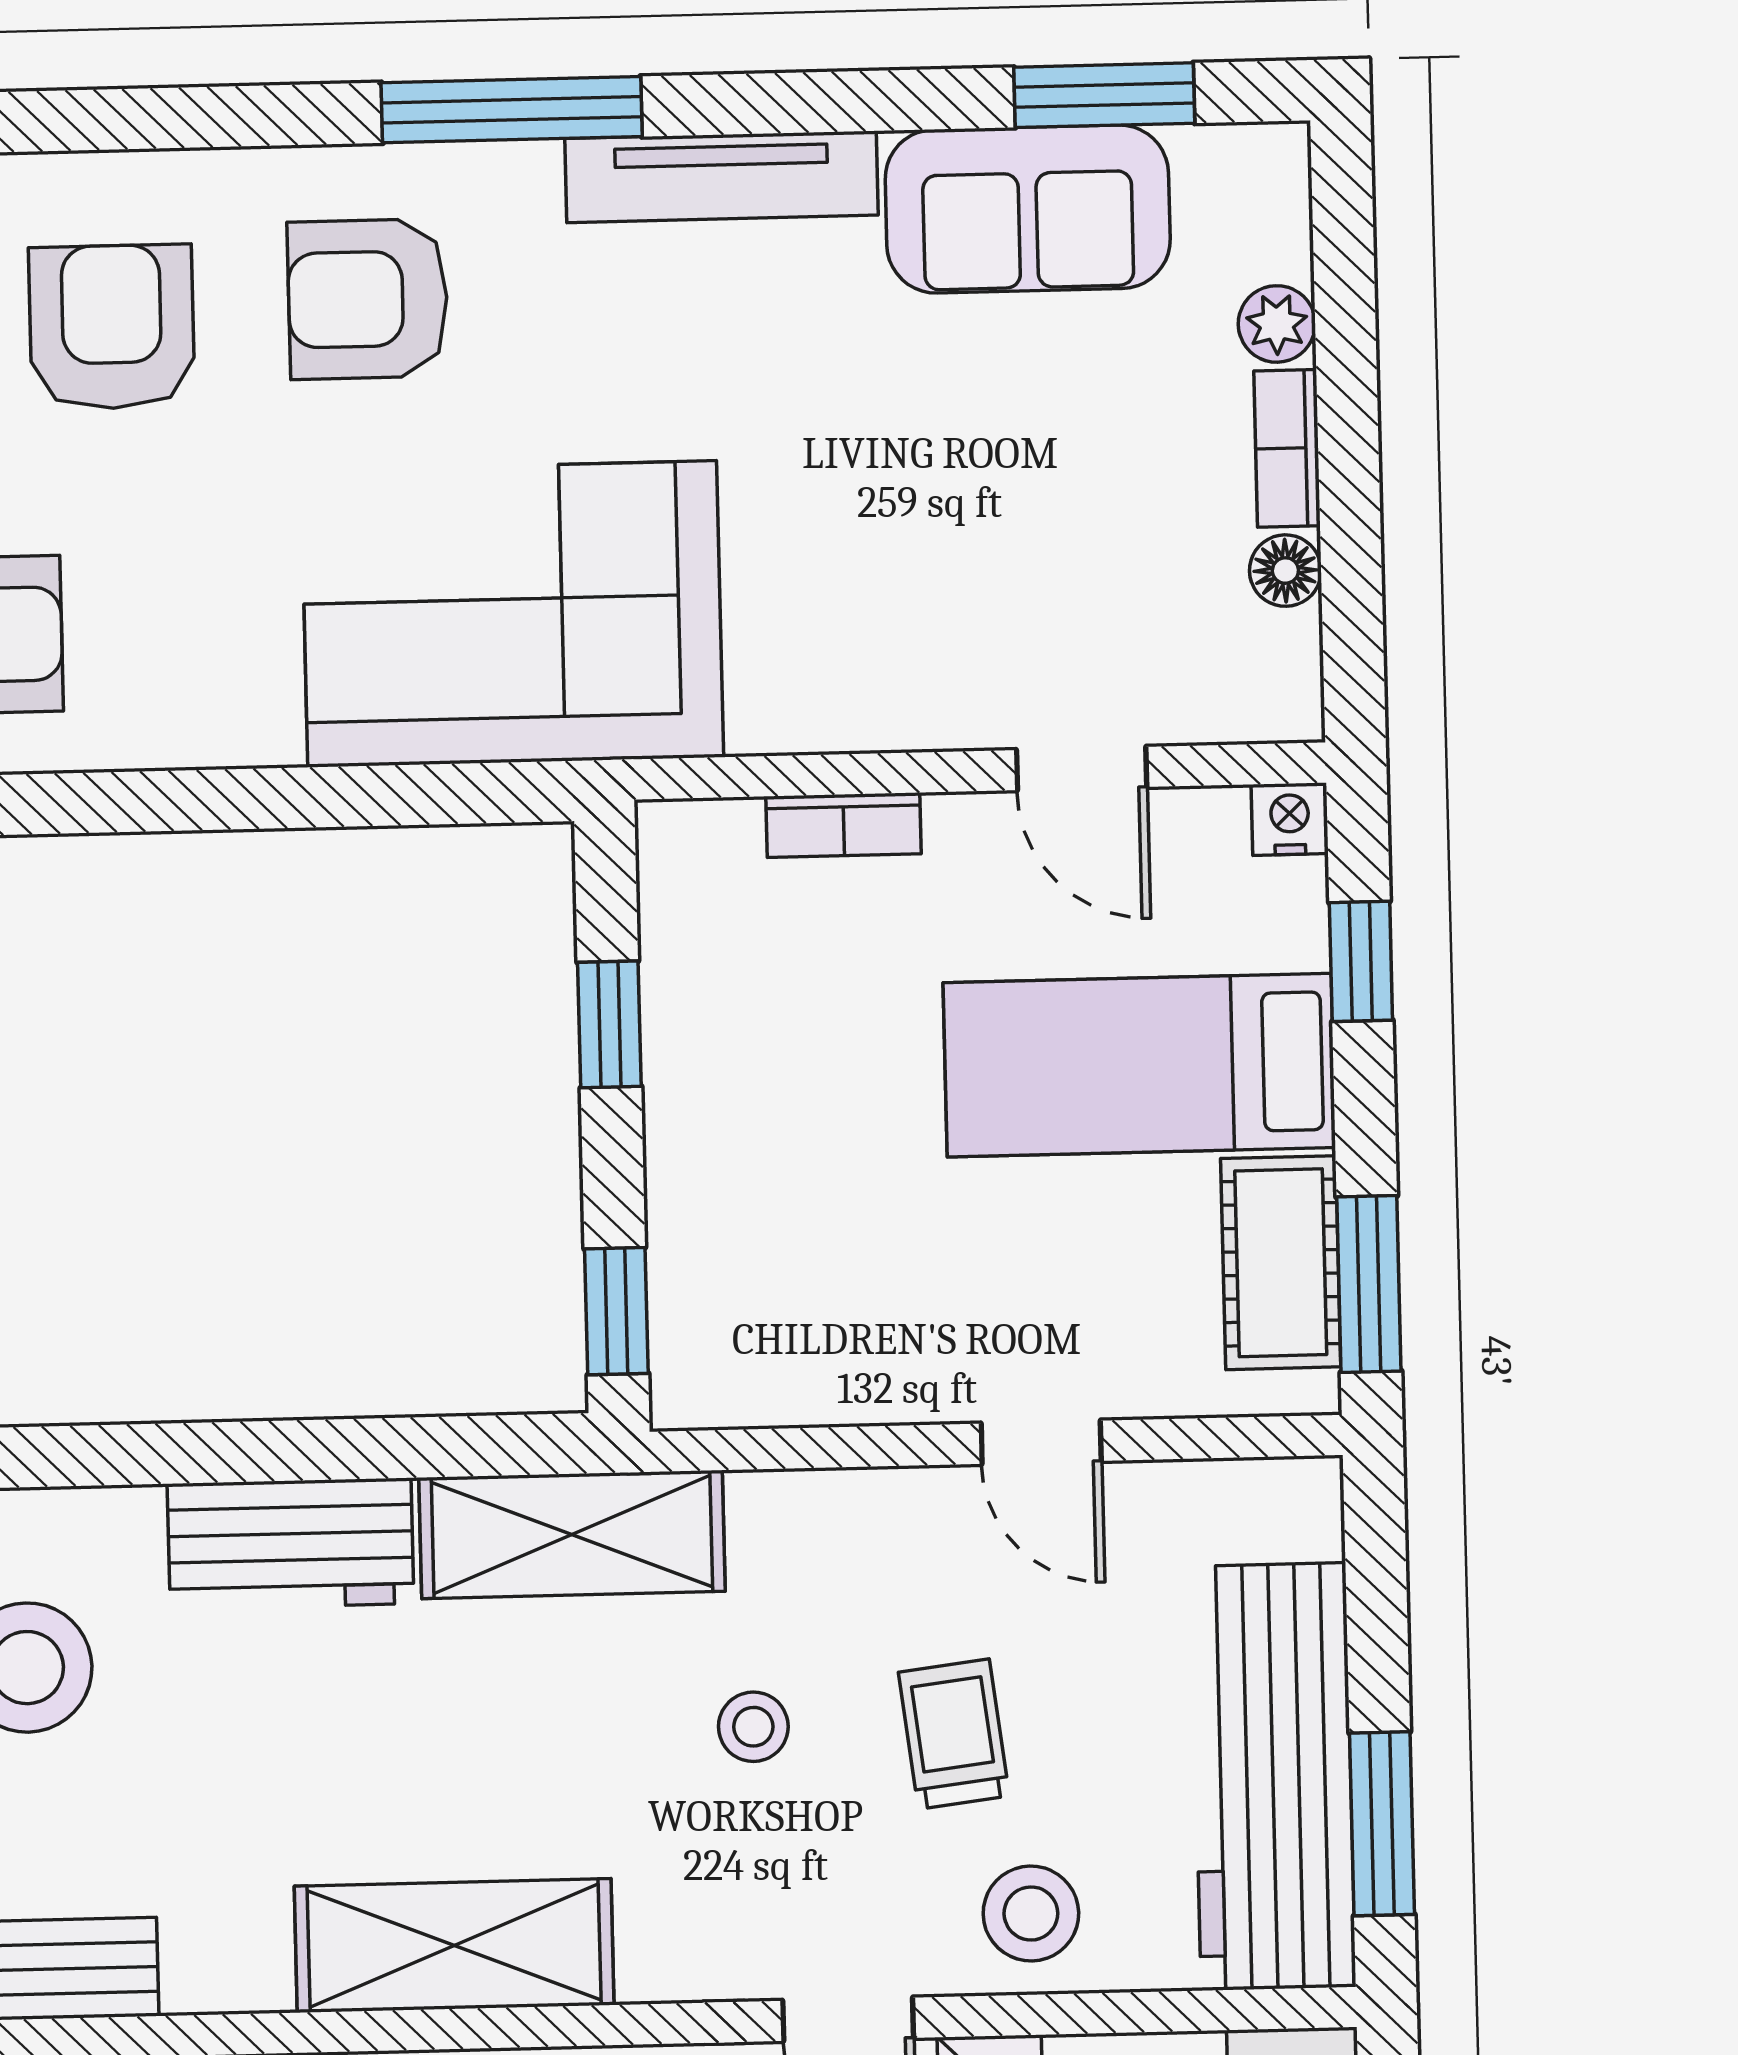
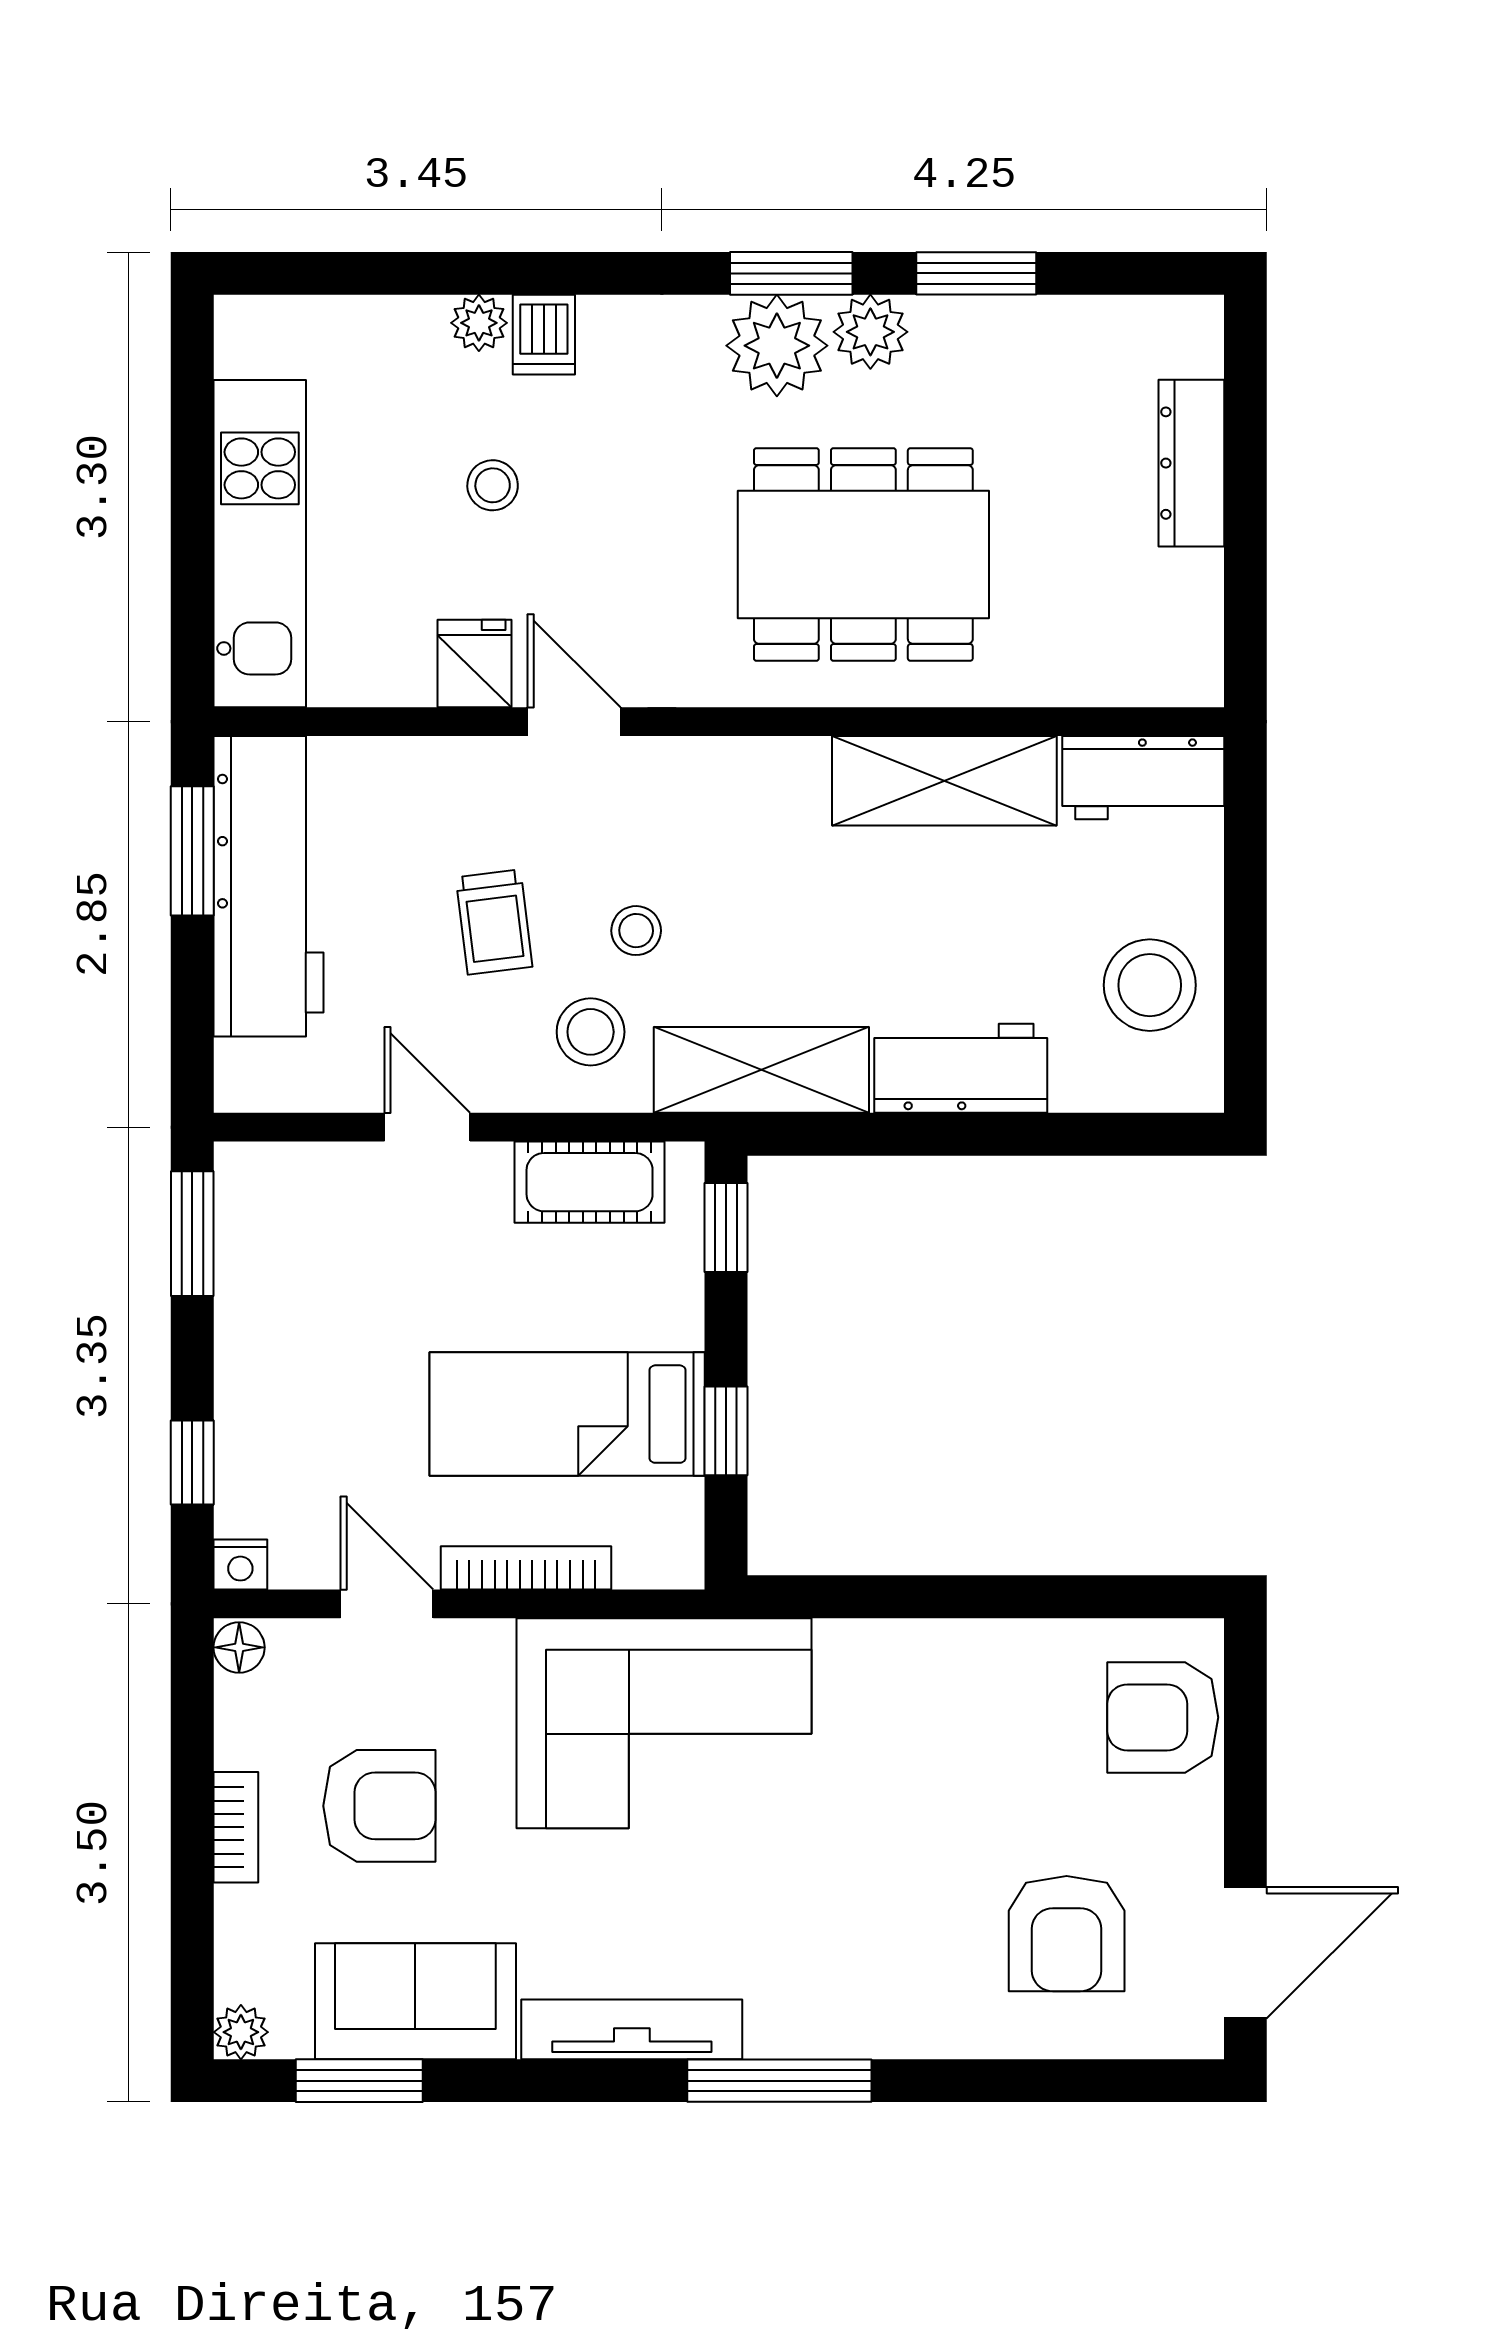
armchair: (368, 299) -> (379, 1806), moved
plant: (1277, 324) -> (241, 2032), moved
floor lamp: (1285, 571) -> (239, 1647), moved
corner sofa: (512, 614) -> (664, 1723), moved
bookcase: (844, 825) -> (526, 1568), width x1.56
bed: (1139, 1065) -> (567, 1414), moved, turned 180
cot: (1281, 1263) -> (590, 1182), moved, turned 90
stool: (1031, 1914) -> (591, 1032), moved
shelving: (454, 1945) -> (944, 781), moved

